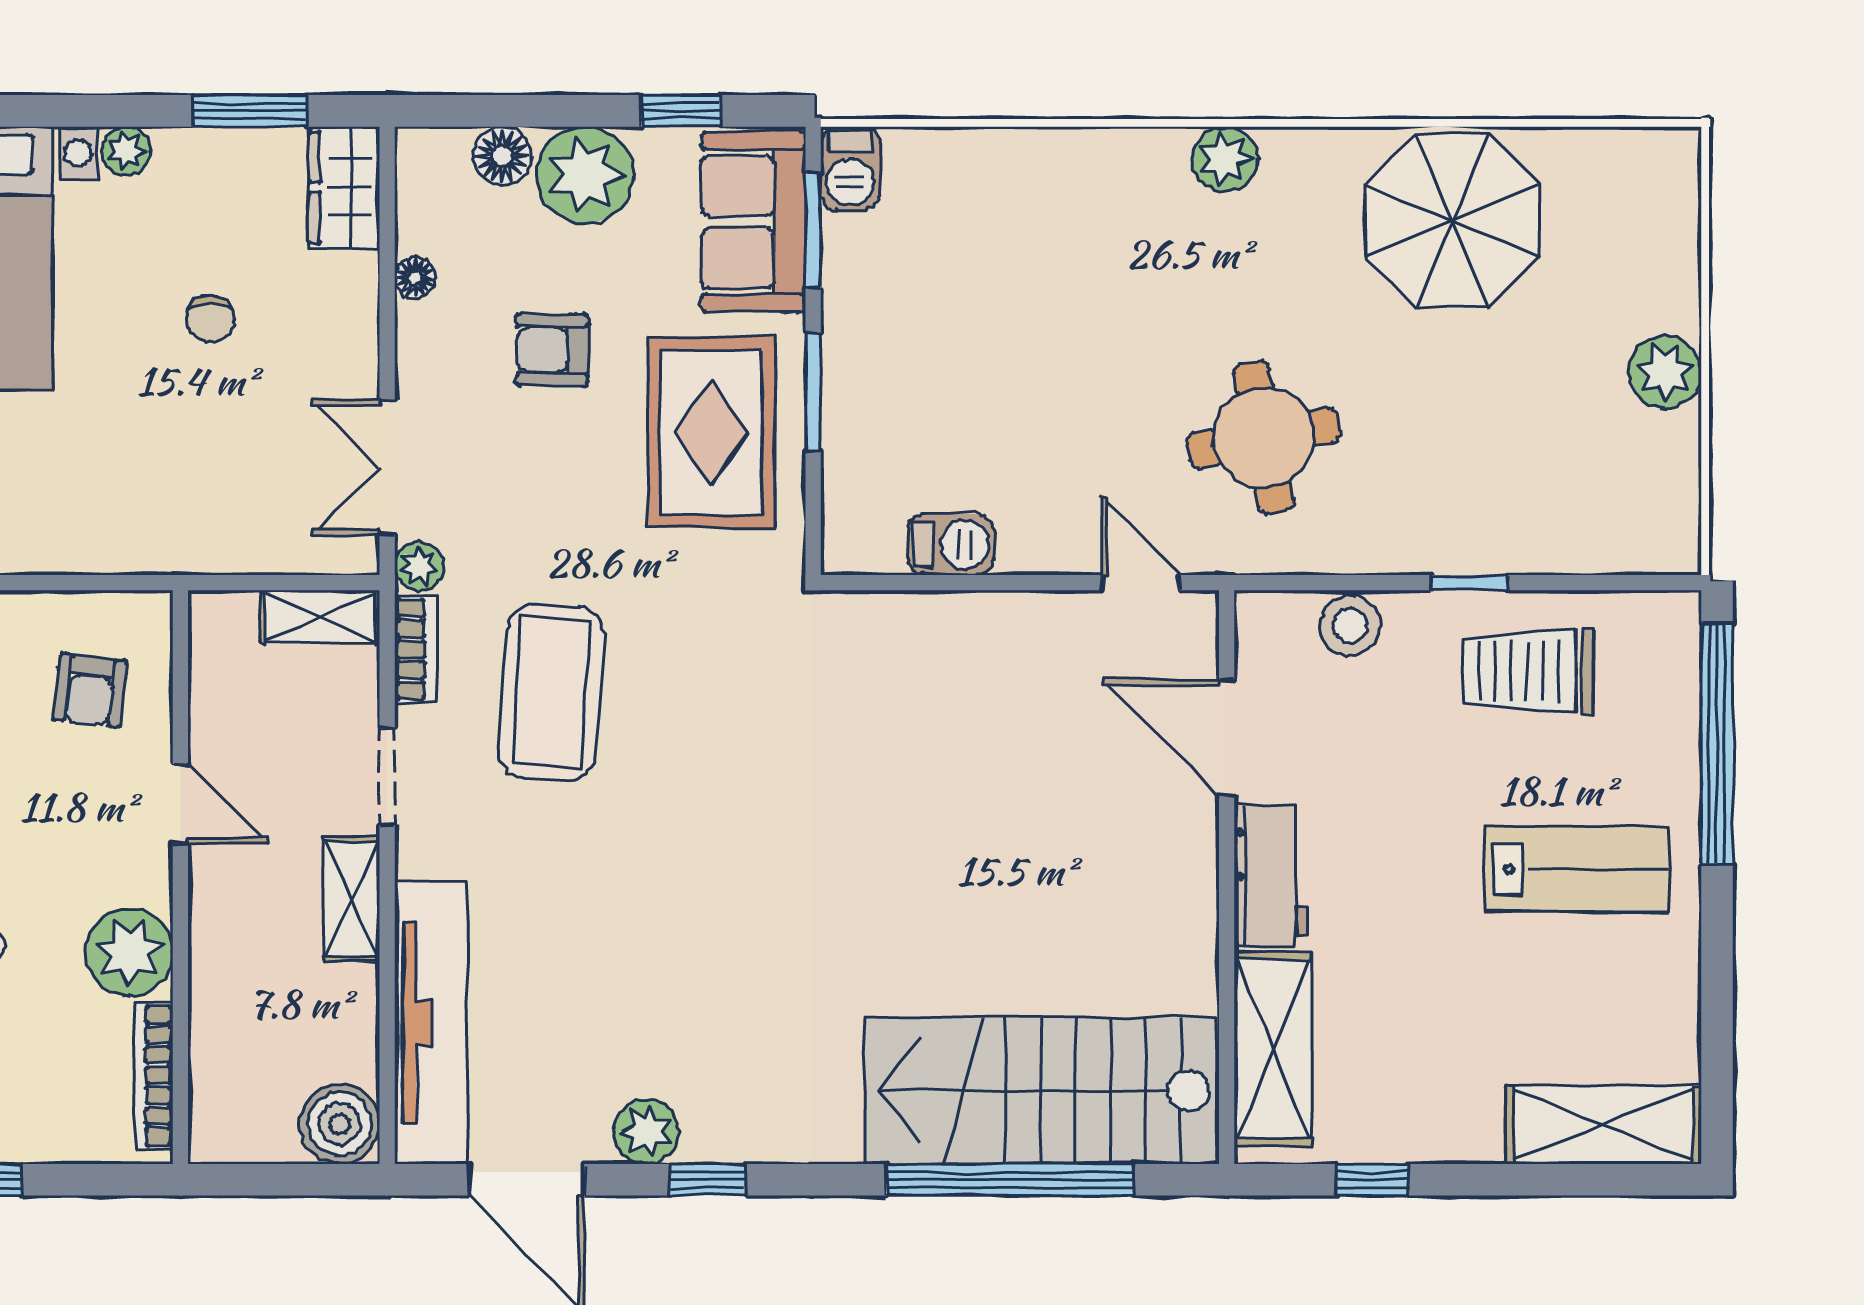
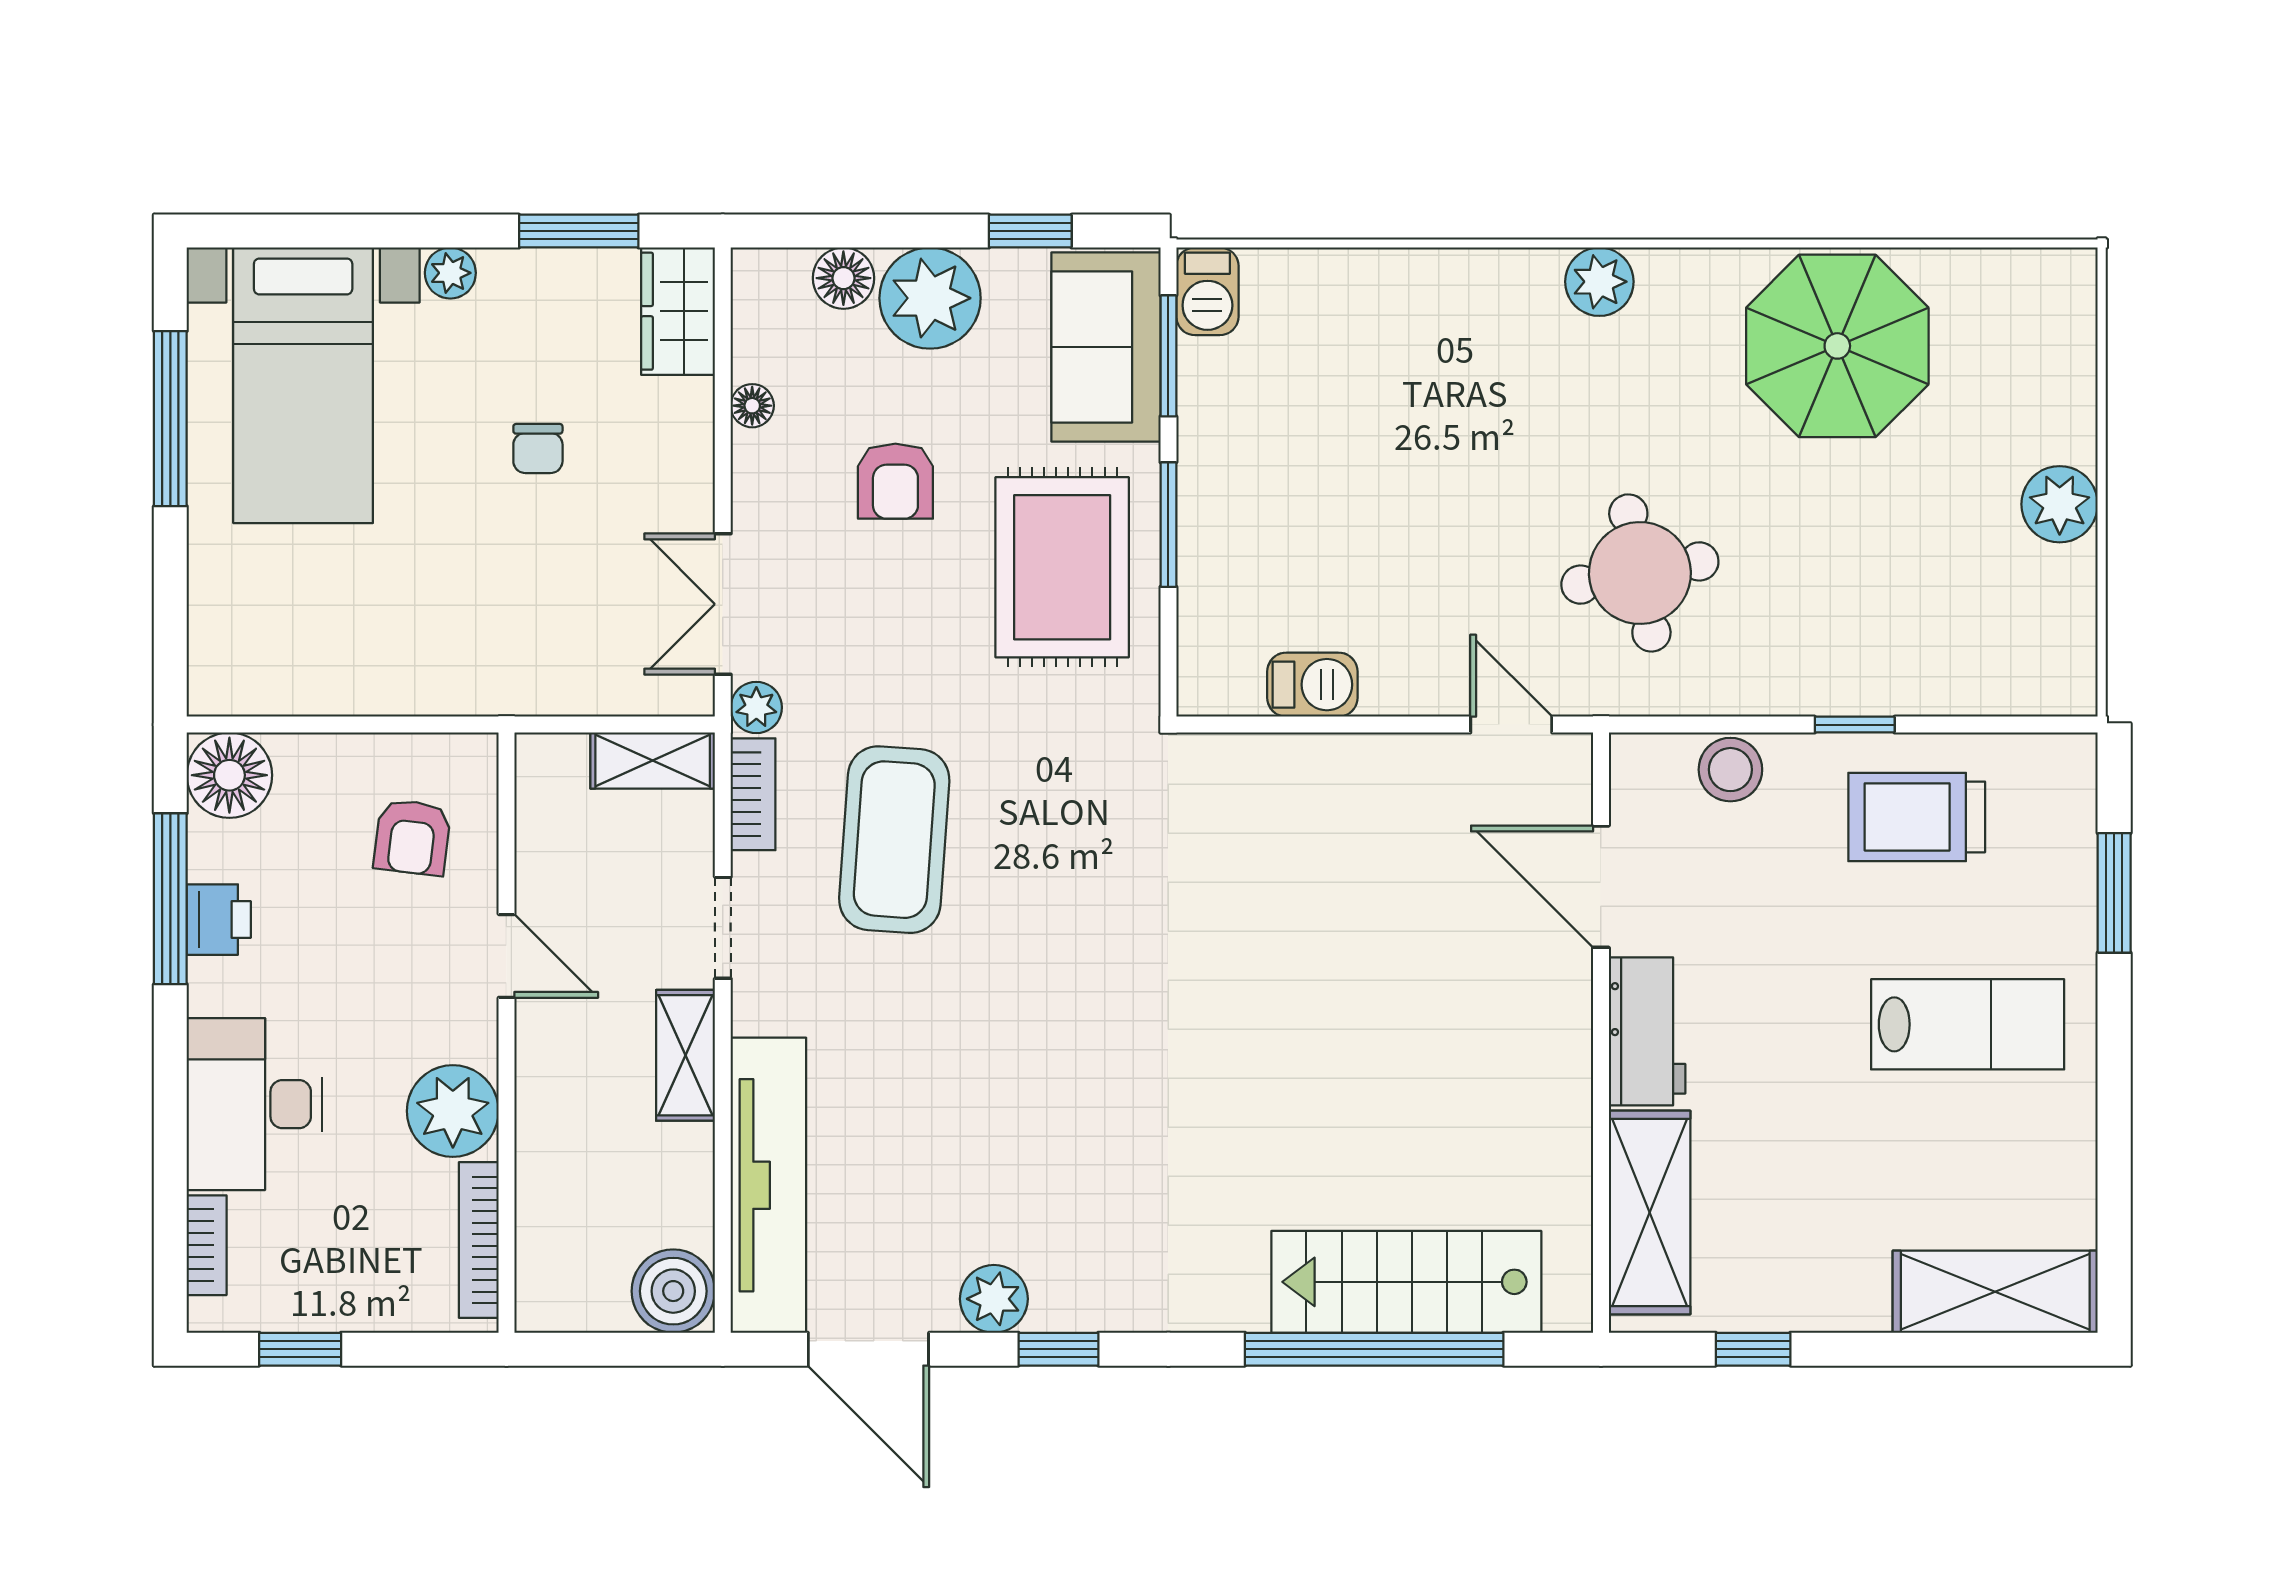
armchair: (552, 350) -> (895, 481), turned -90
window: (1717, 744) -> (2114, 893), width x0.47
stairs: (1040, 1091) -> (1406, 1282), width x0.73, depth x0.66

